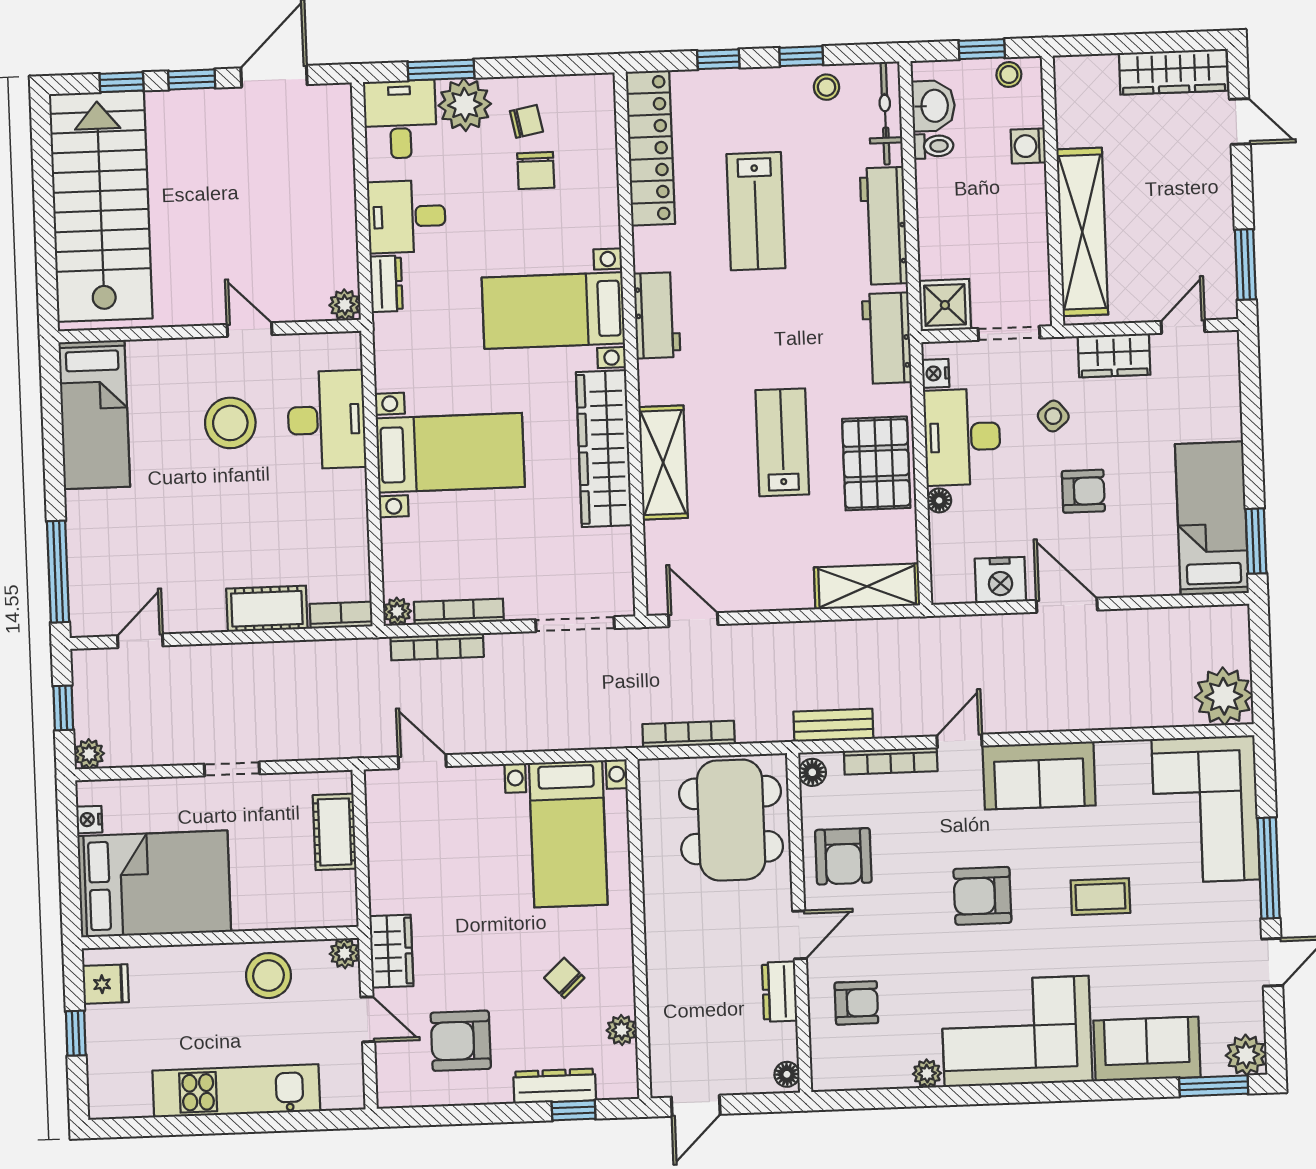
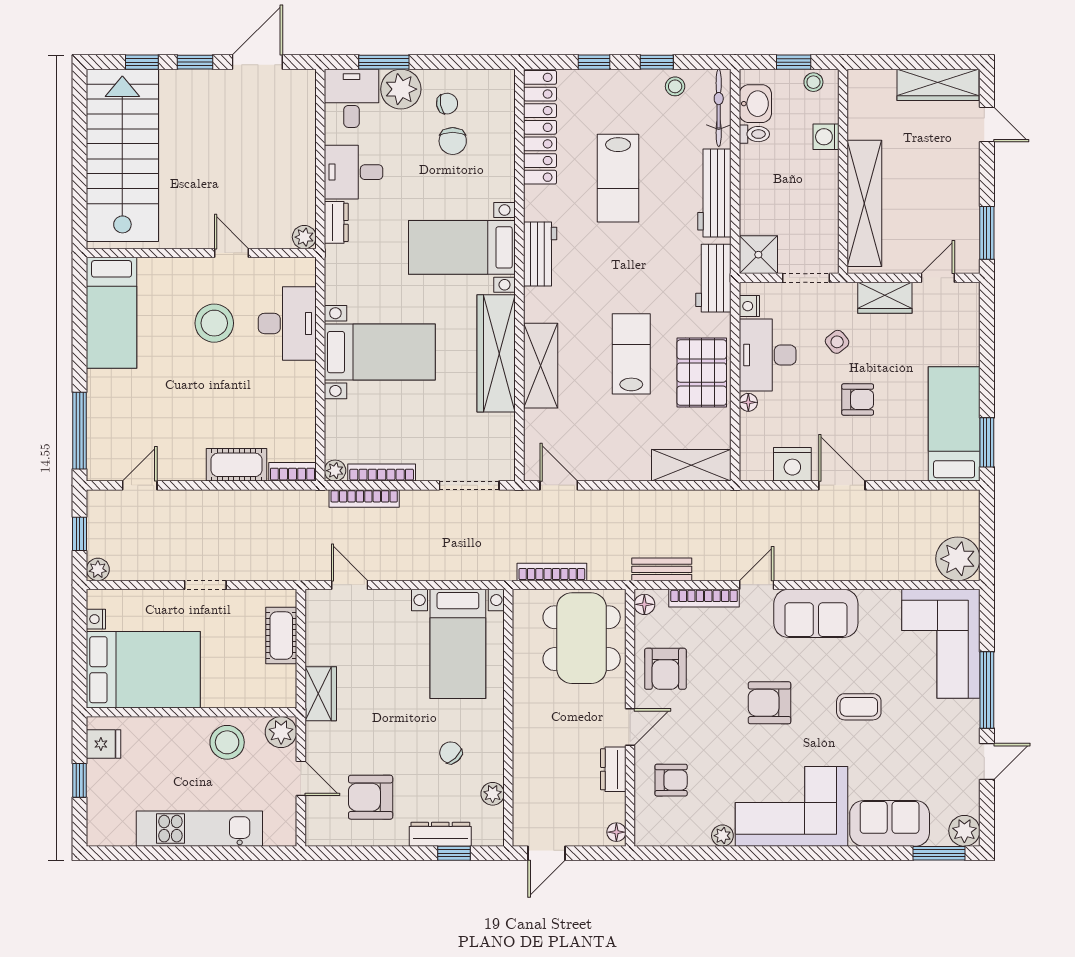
wardrobe: (391, 951) -> (321, 694), moved
plant: (345, 953) -> (281, 732), width x1.38, depth x1.38

